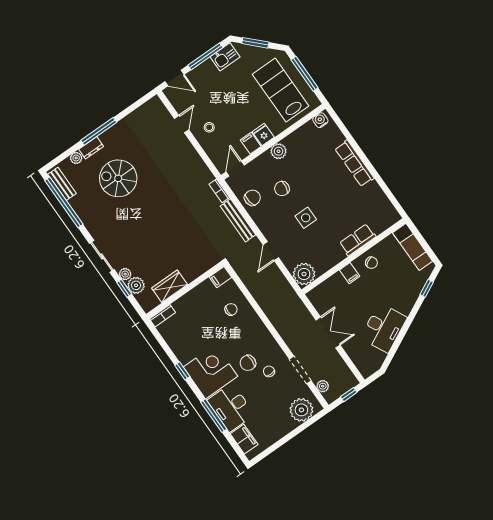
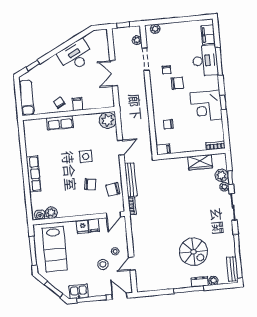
stool: (215, 104) -> (103, 264), added
plant: (279, 151) -> (51, 213), moved
corner desk: (210, 372) -> (206, 106), moved
plant: (301, 410) -> (155, 29), width x0.53, depth x0.53

